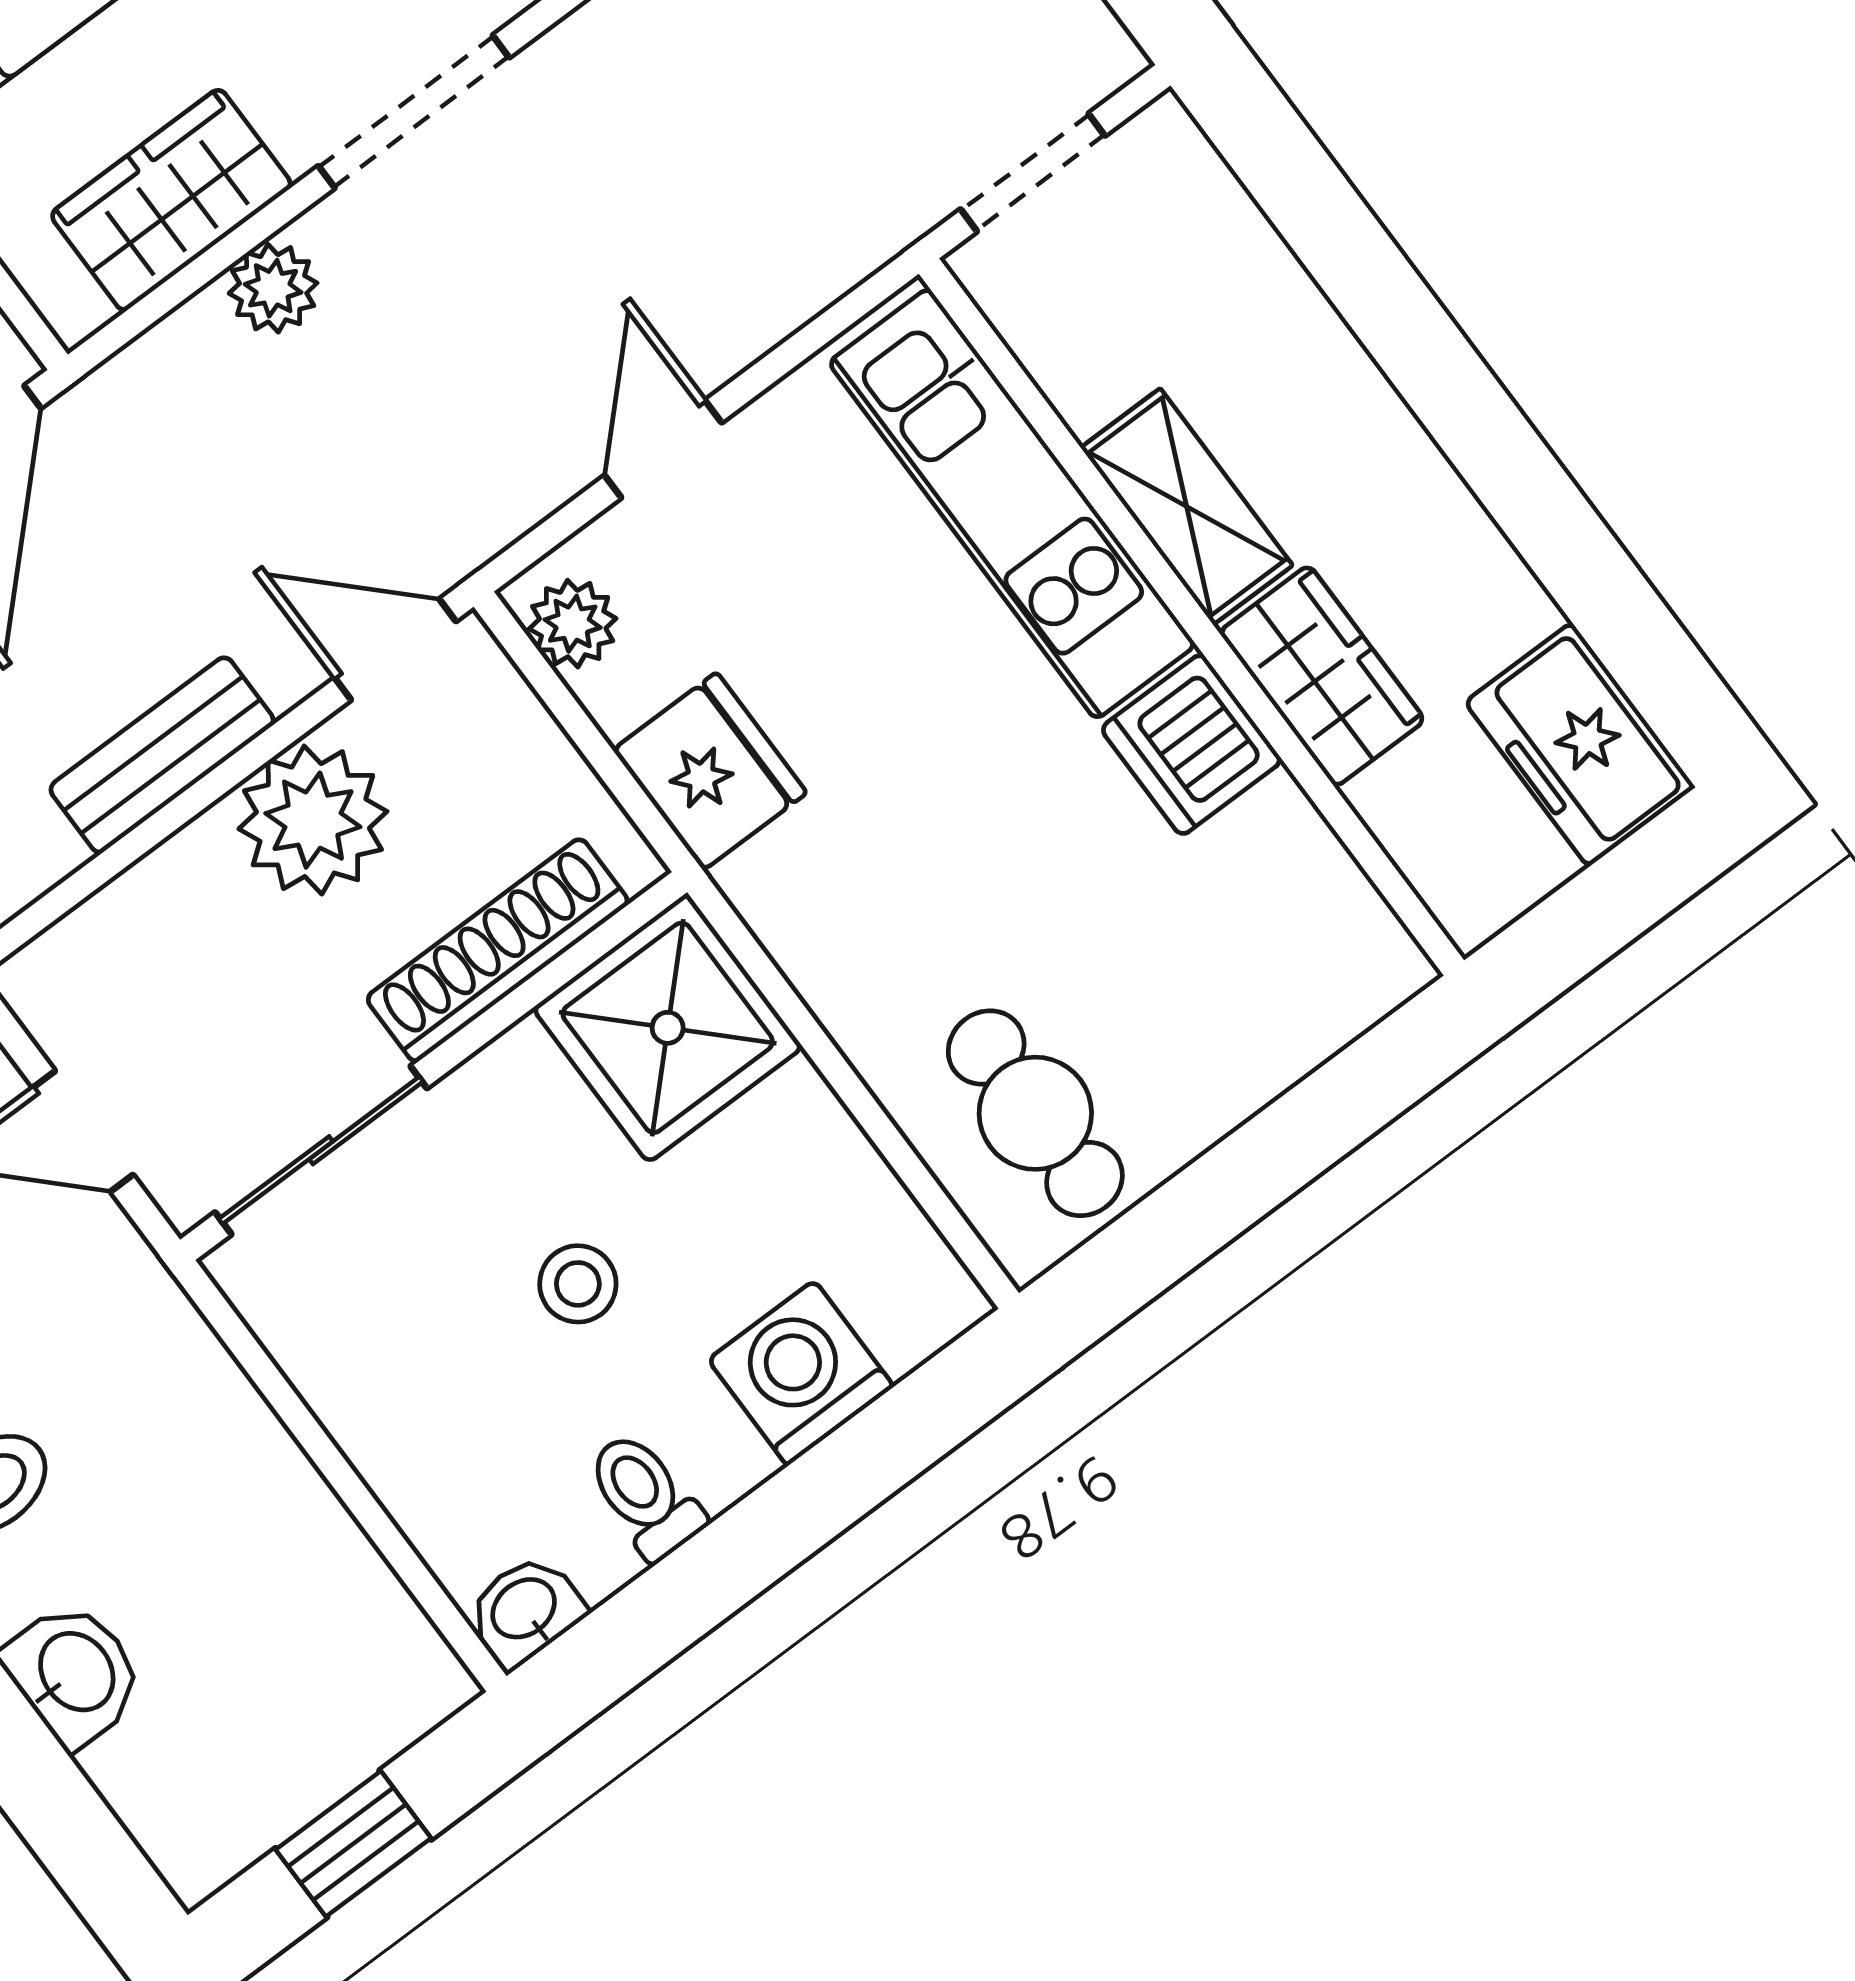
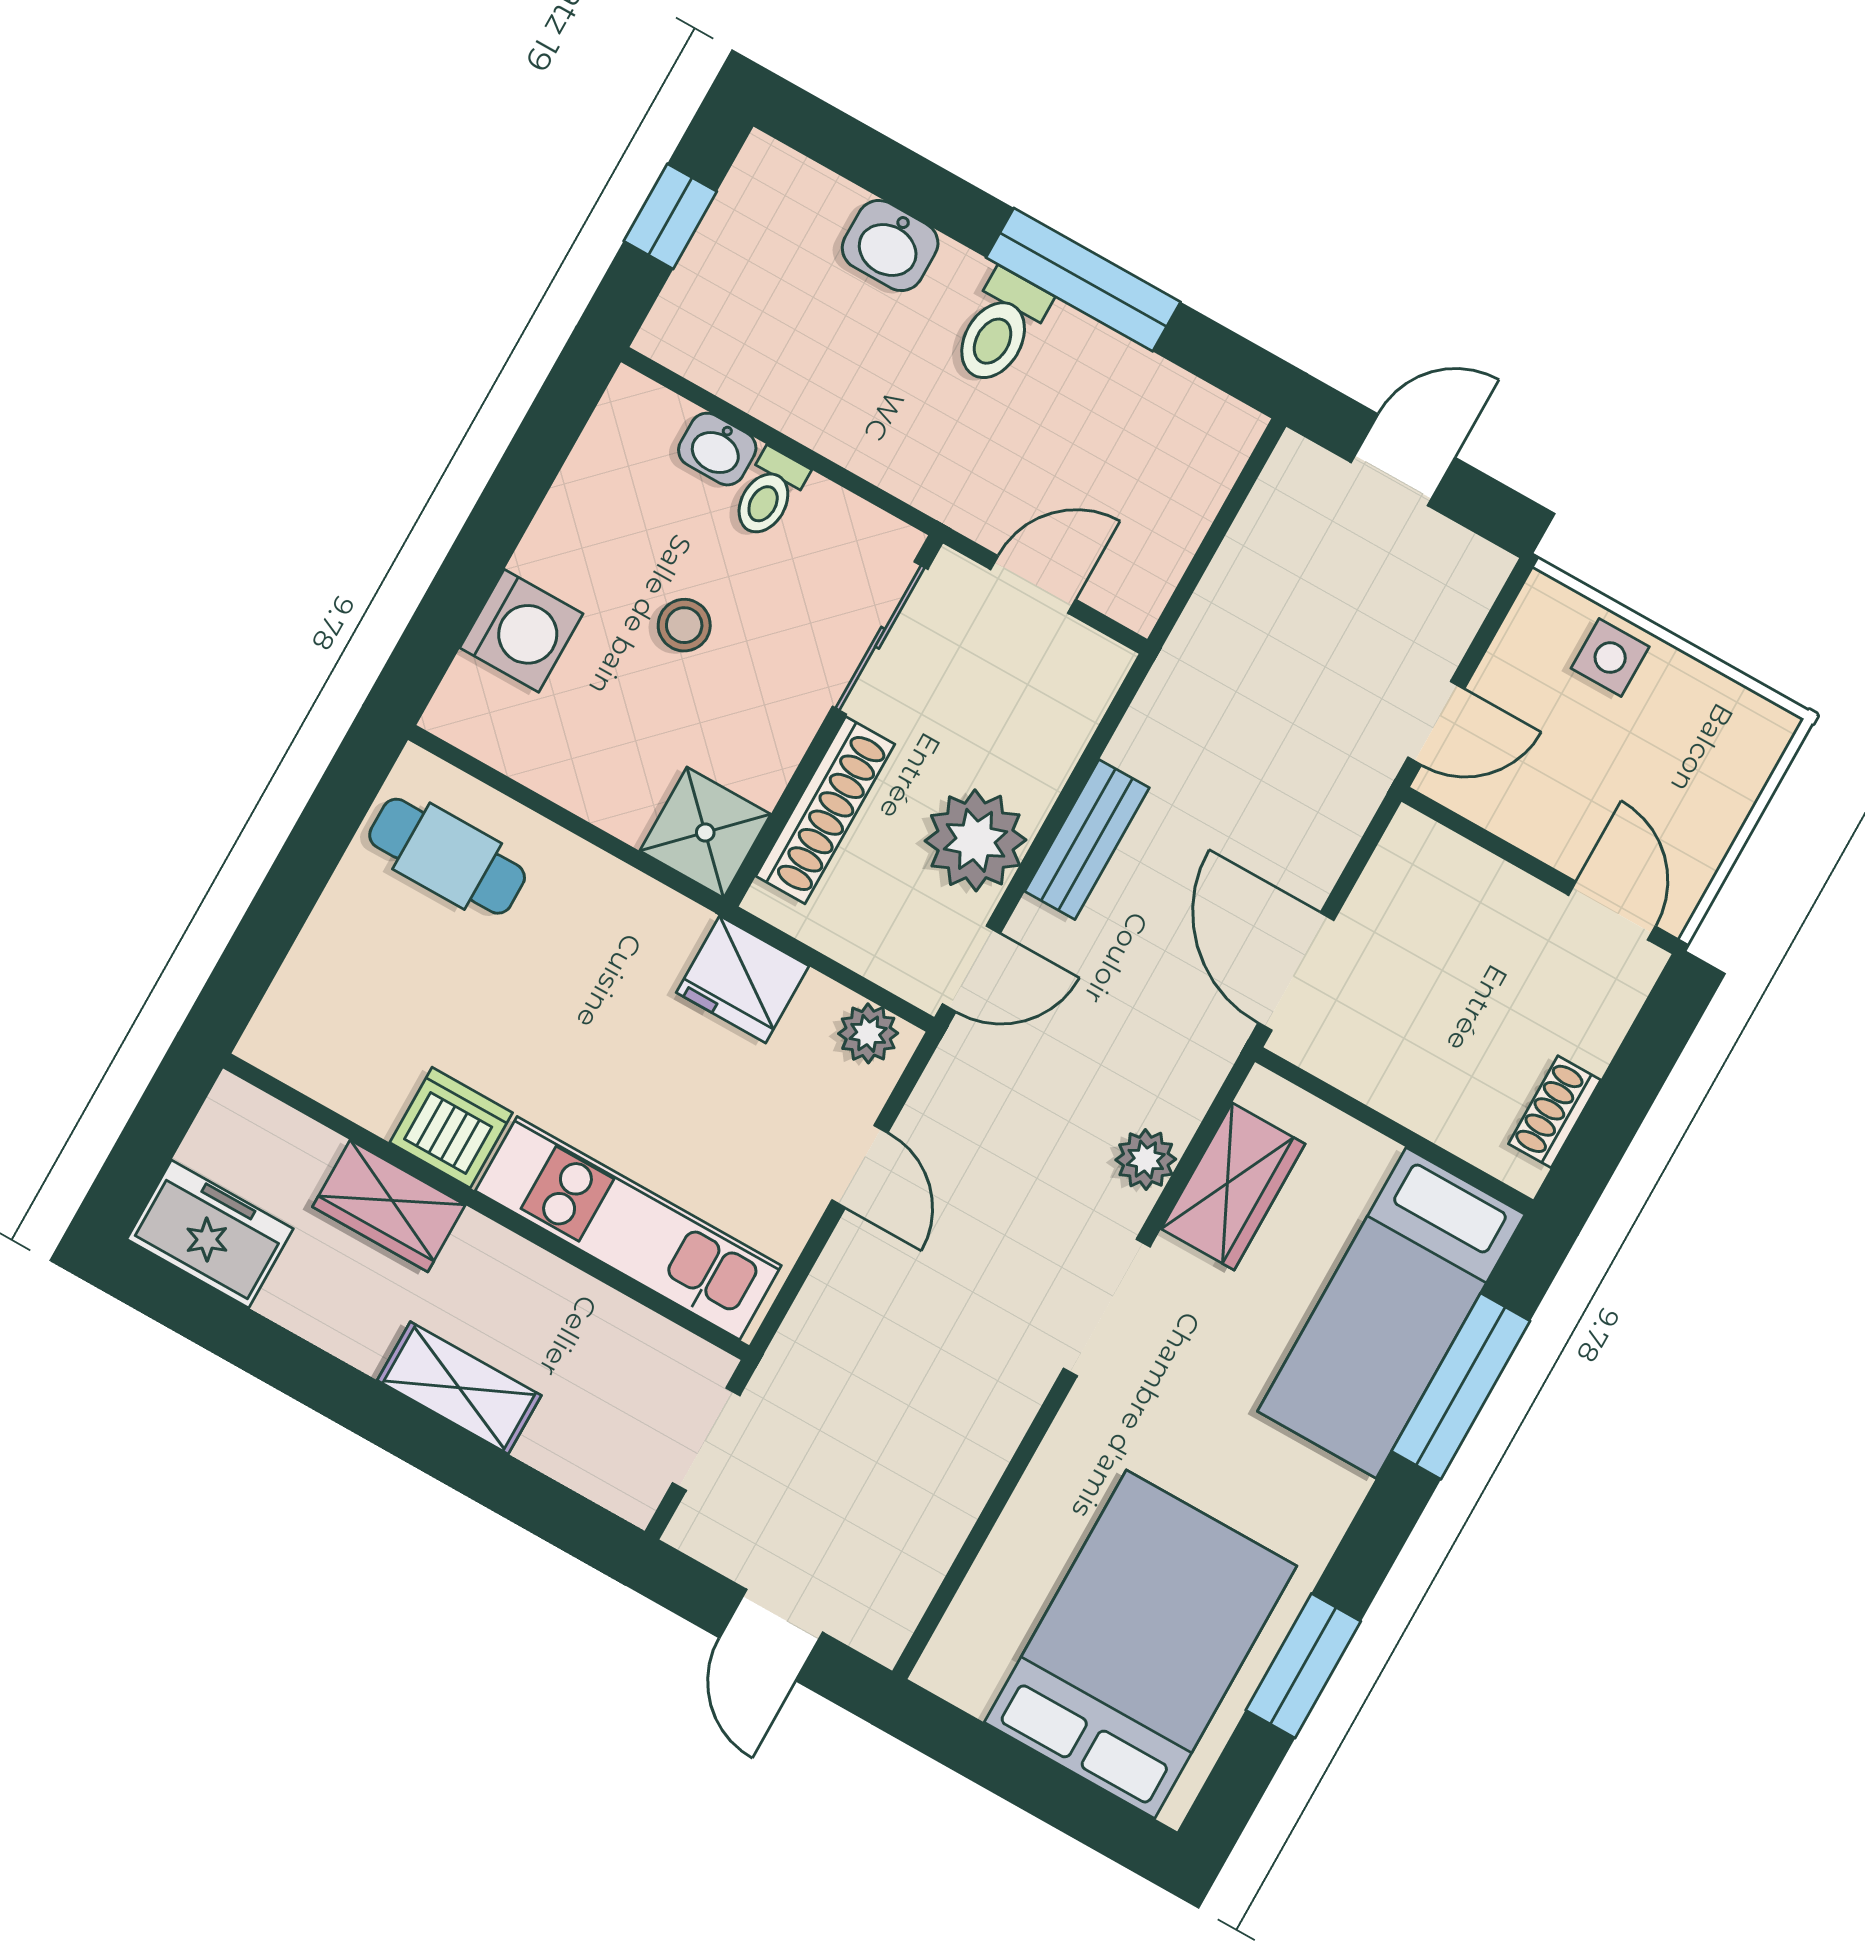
shelving: (1187, 507) -> (459, 1388), moved
shower: (668, 1028) -> (705, 832), width x0.73, depth x0.73
toilet: (645, 1496) -> (769, 493), moved, turned 90
washbasin: (525, 1610) -> (717, 449), moved, turned 90

